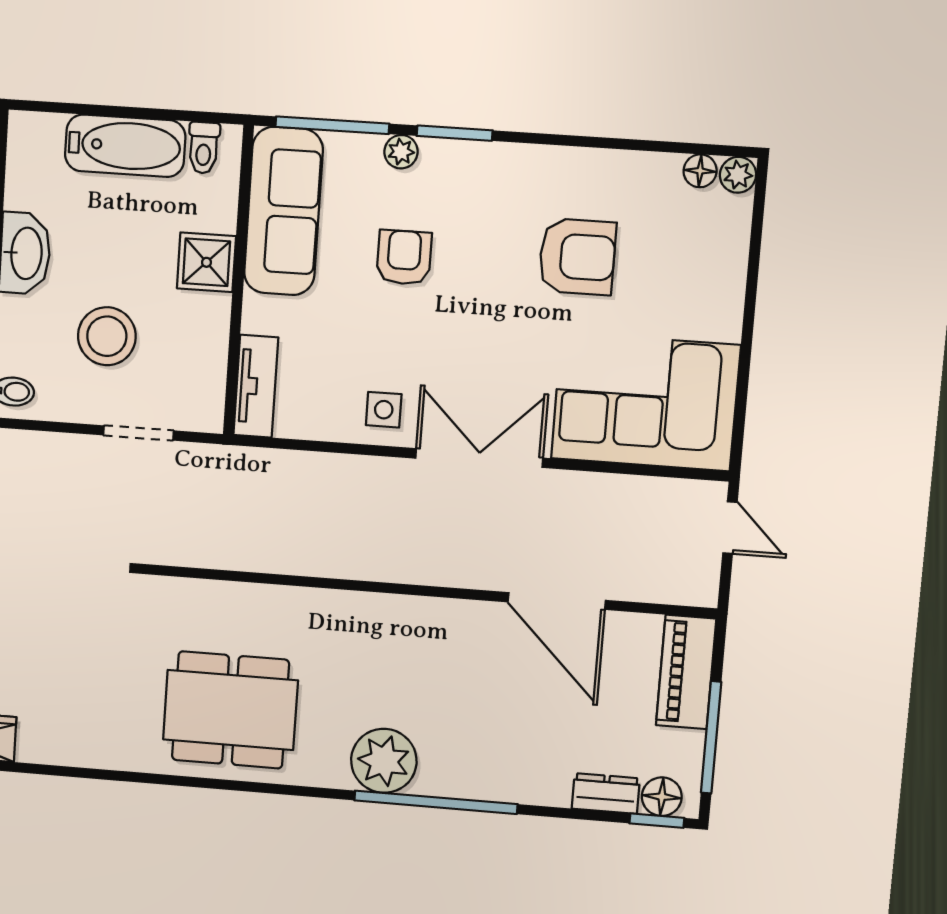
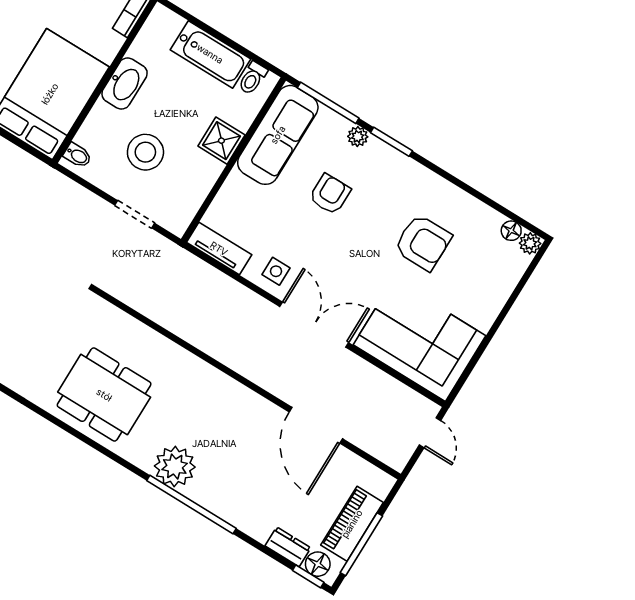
tv unit: (256, 386) -> (219, 249), moved, turned -90
piano: (686, 672) -> (352, 524), moved

